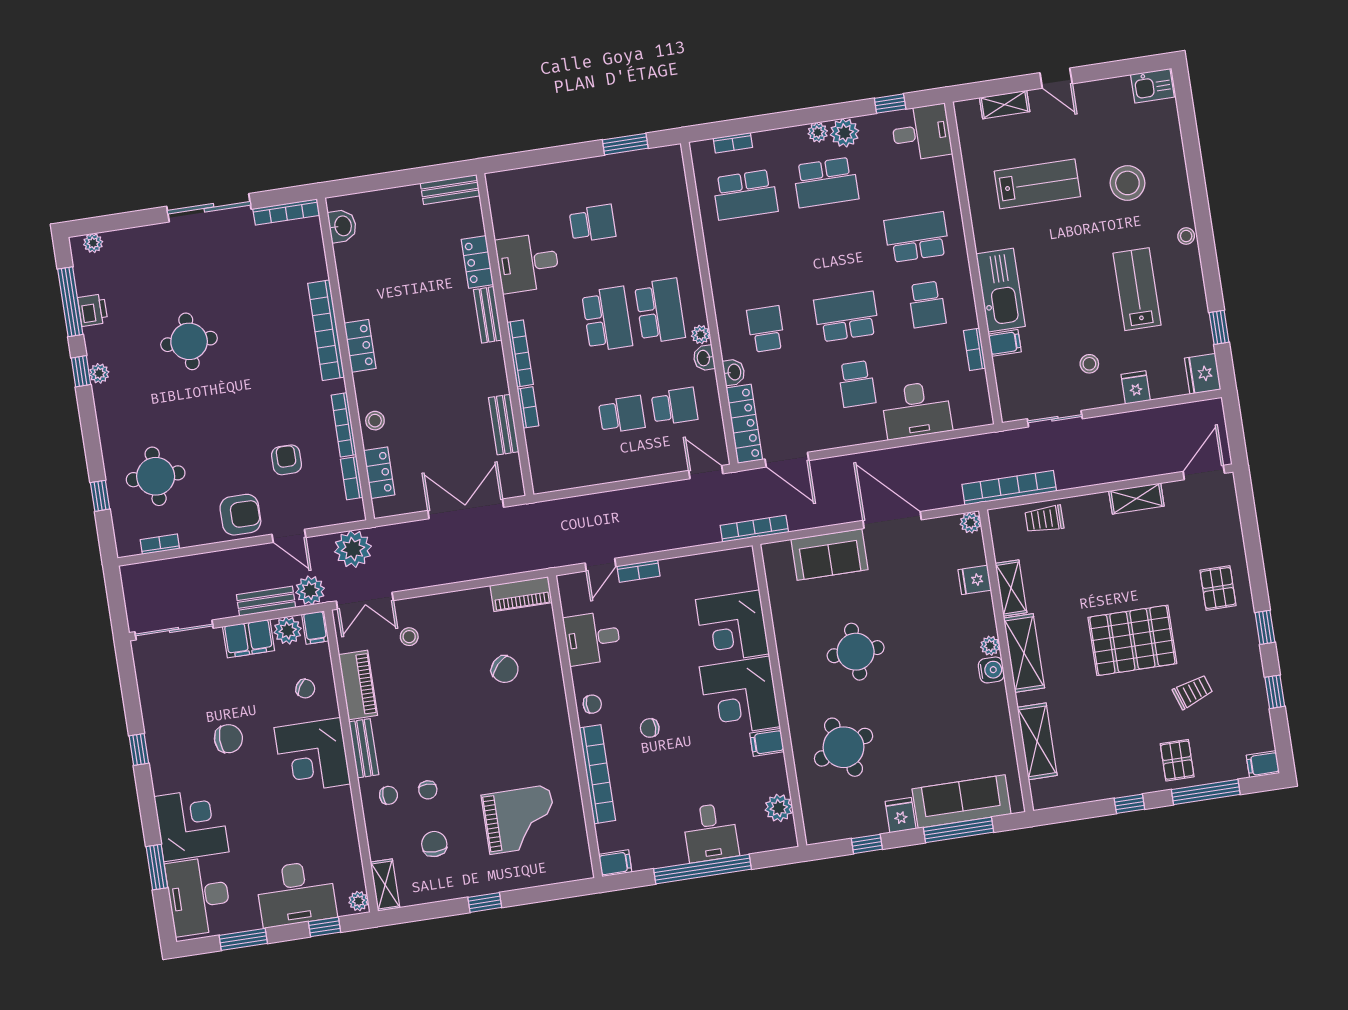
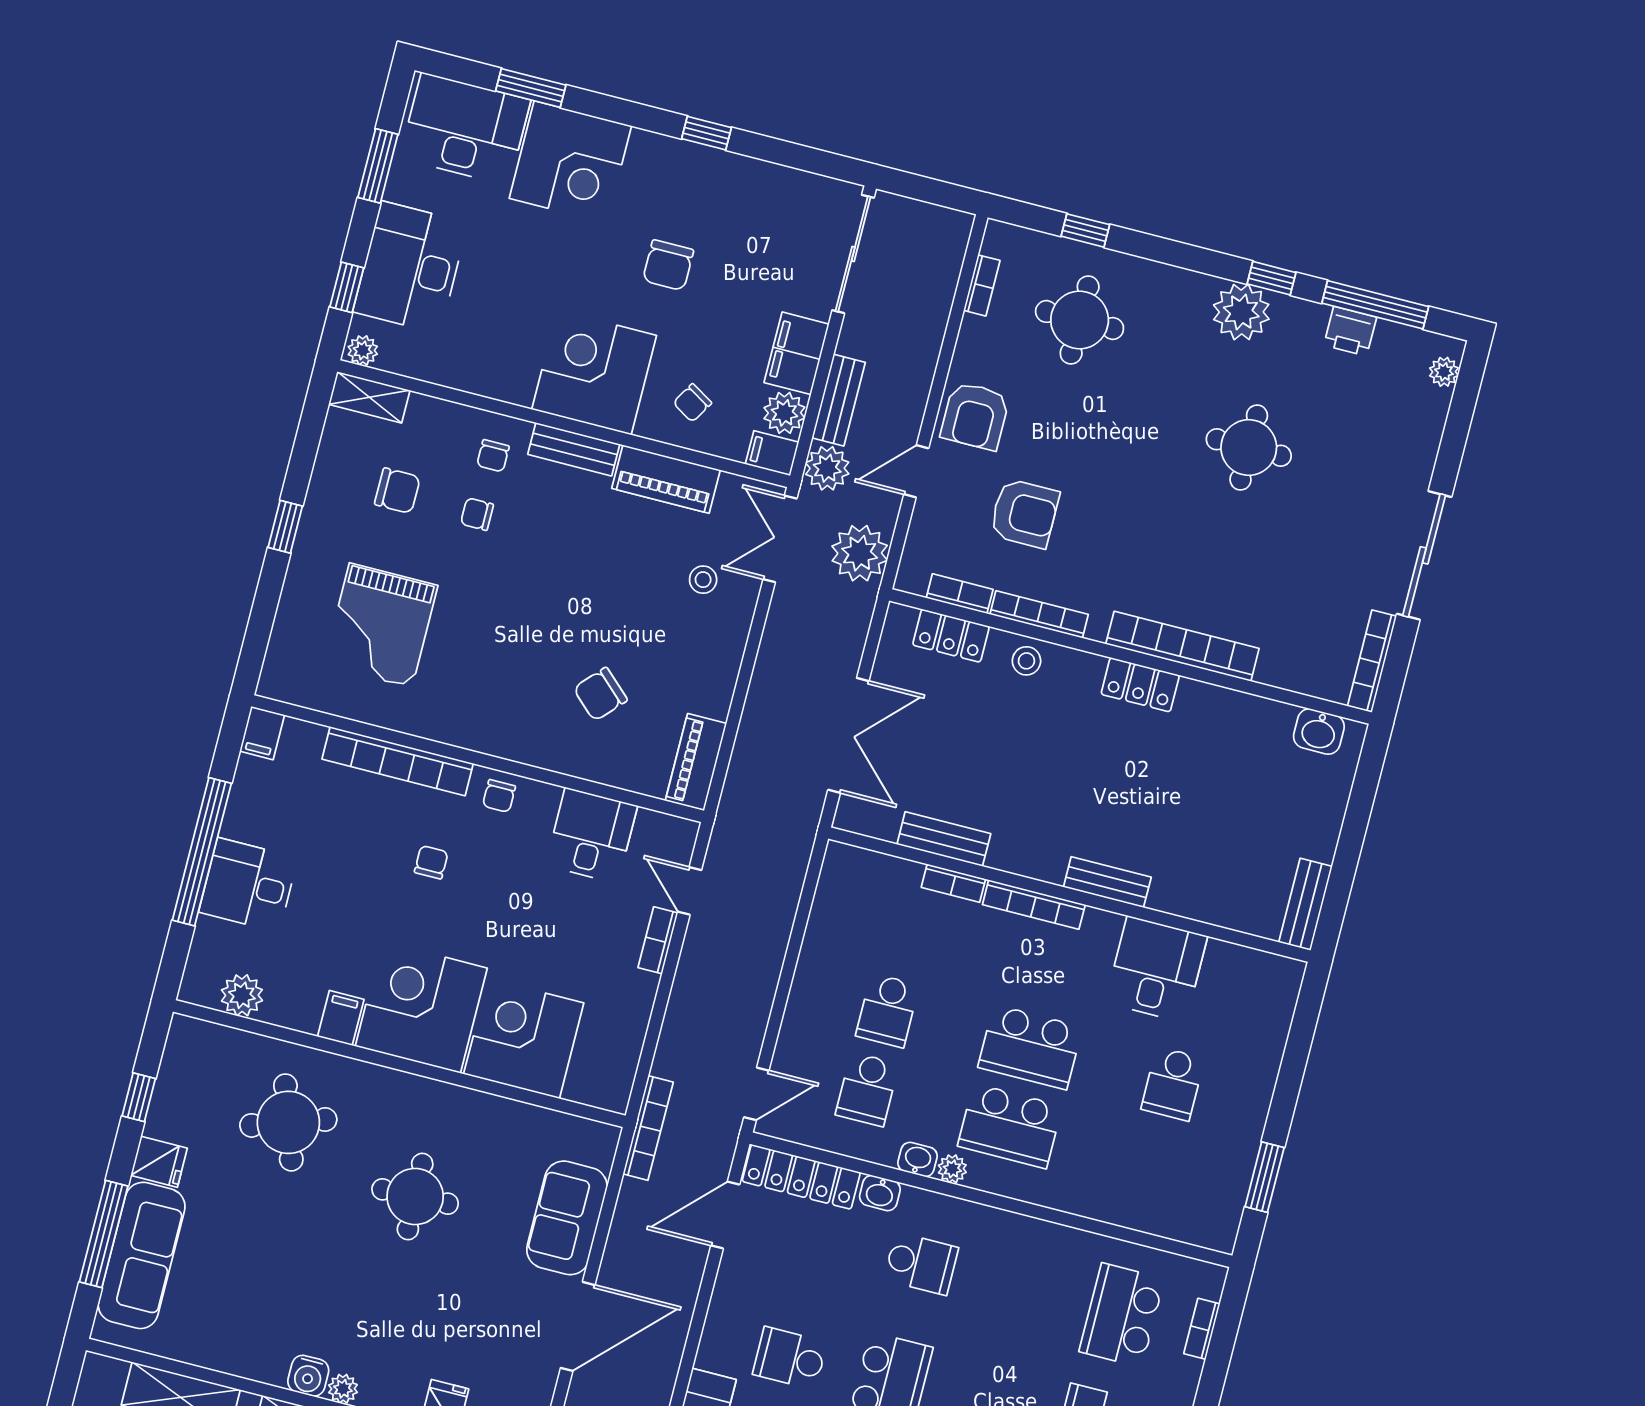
locker: (477, 262) -> (1188, 899), removed
plant: (99, 373) -> (1241, 312), width x1.88, depth x1.88
armchair: (287, 460) -> (1024, 513), width x1.38, depth x1.38

